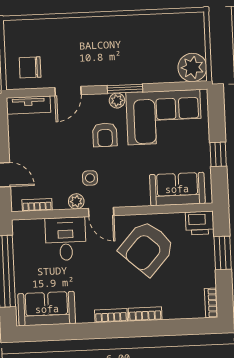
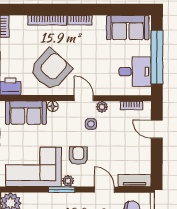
door: (68, 91) -> (104, 190), hinge flipped
floor lamp: (142, 199) -> (53, 106), added
desk: (66, 239) -> (135, 72), moved, turned -90
bookcase: (145, 314) -> (47, 20), width x1.56

